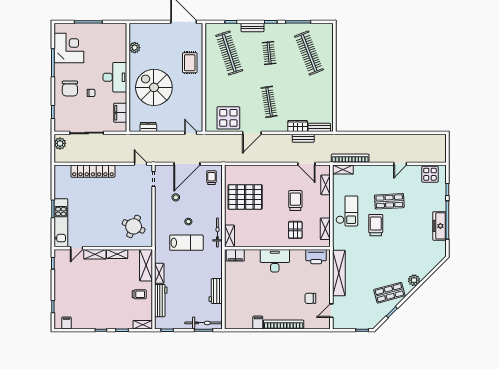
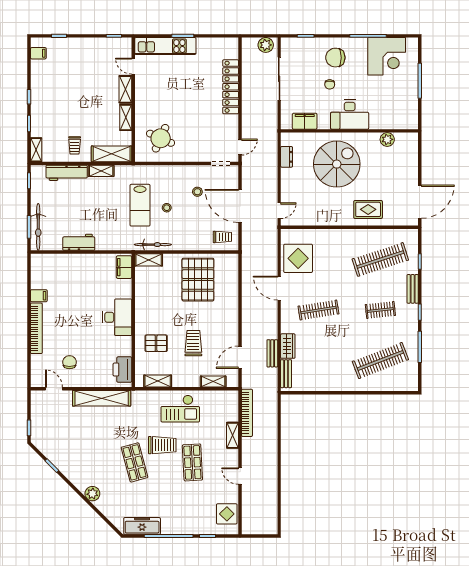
shelving: (343, 170) -> (233, 435), moved
trolley: (295, 201) -> (193, 343), turned -90
freezer: (439, 226) -> (142, 526), moved
shop shelf: (389, 293) -> (135, 462), moved

